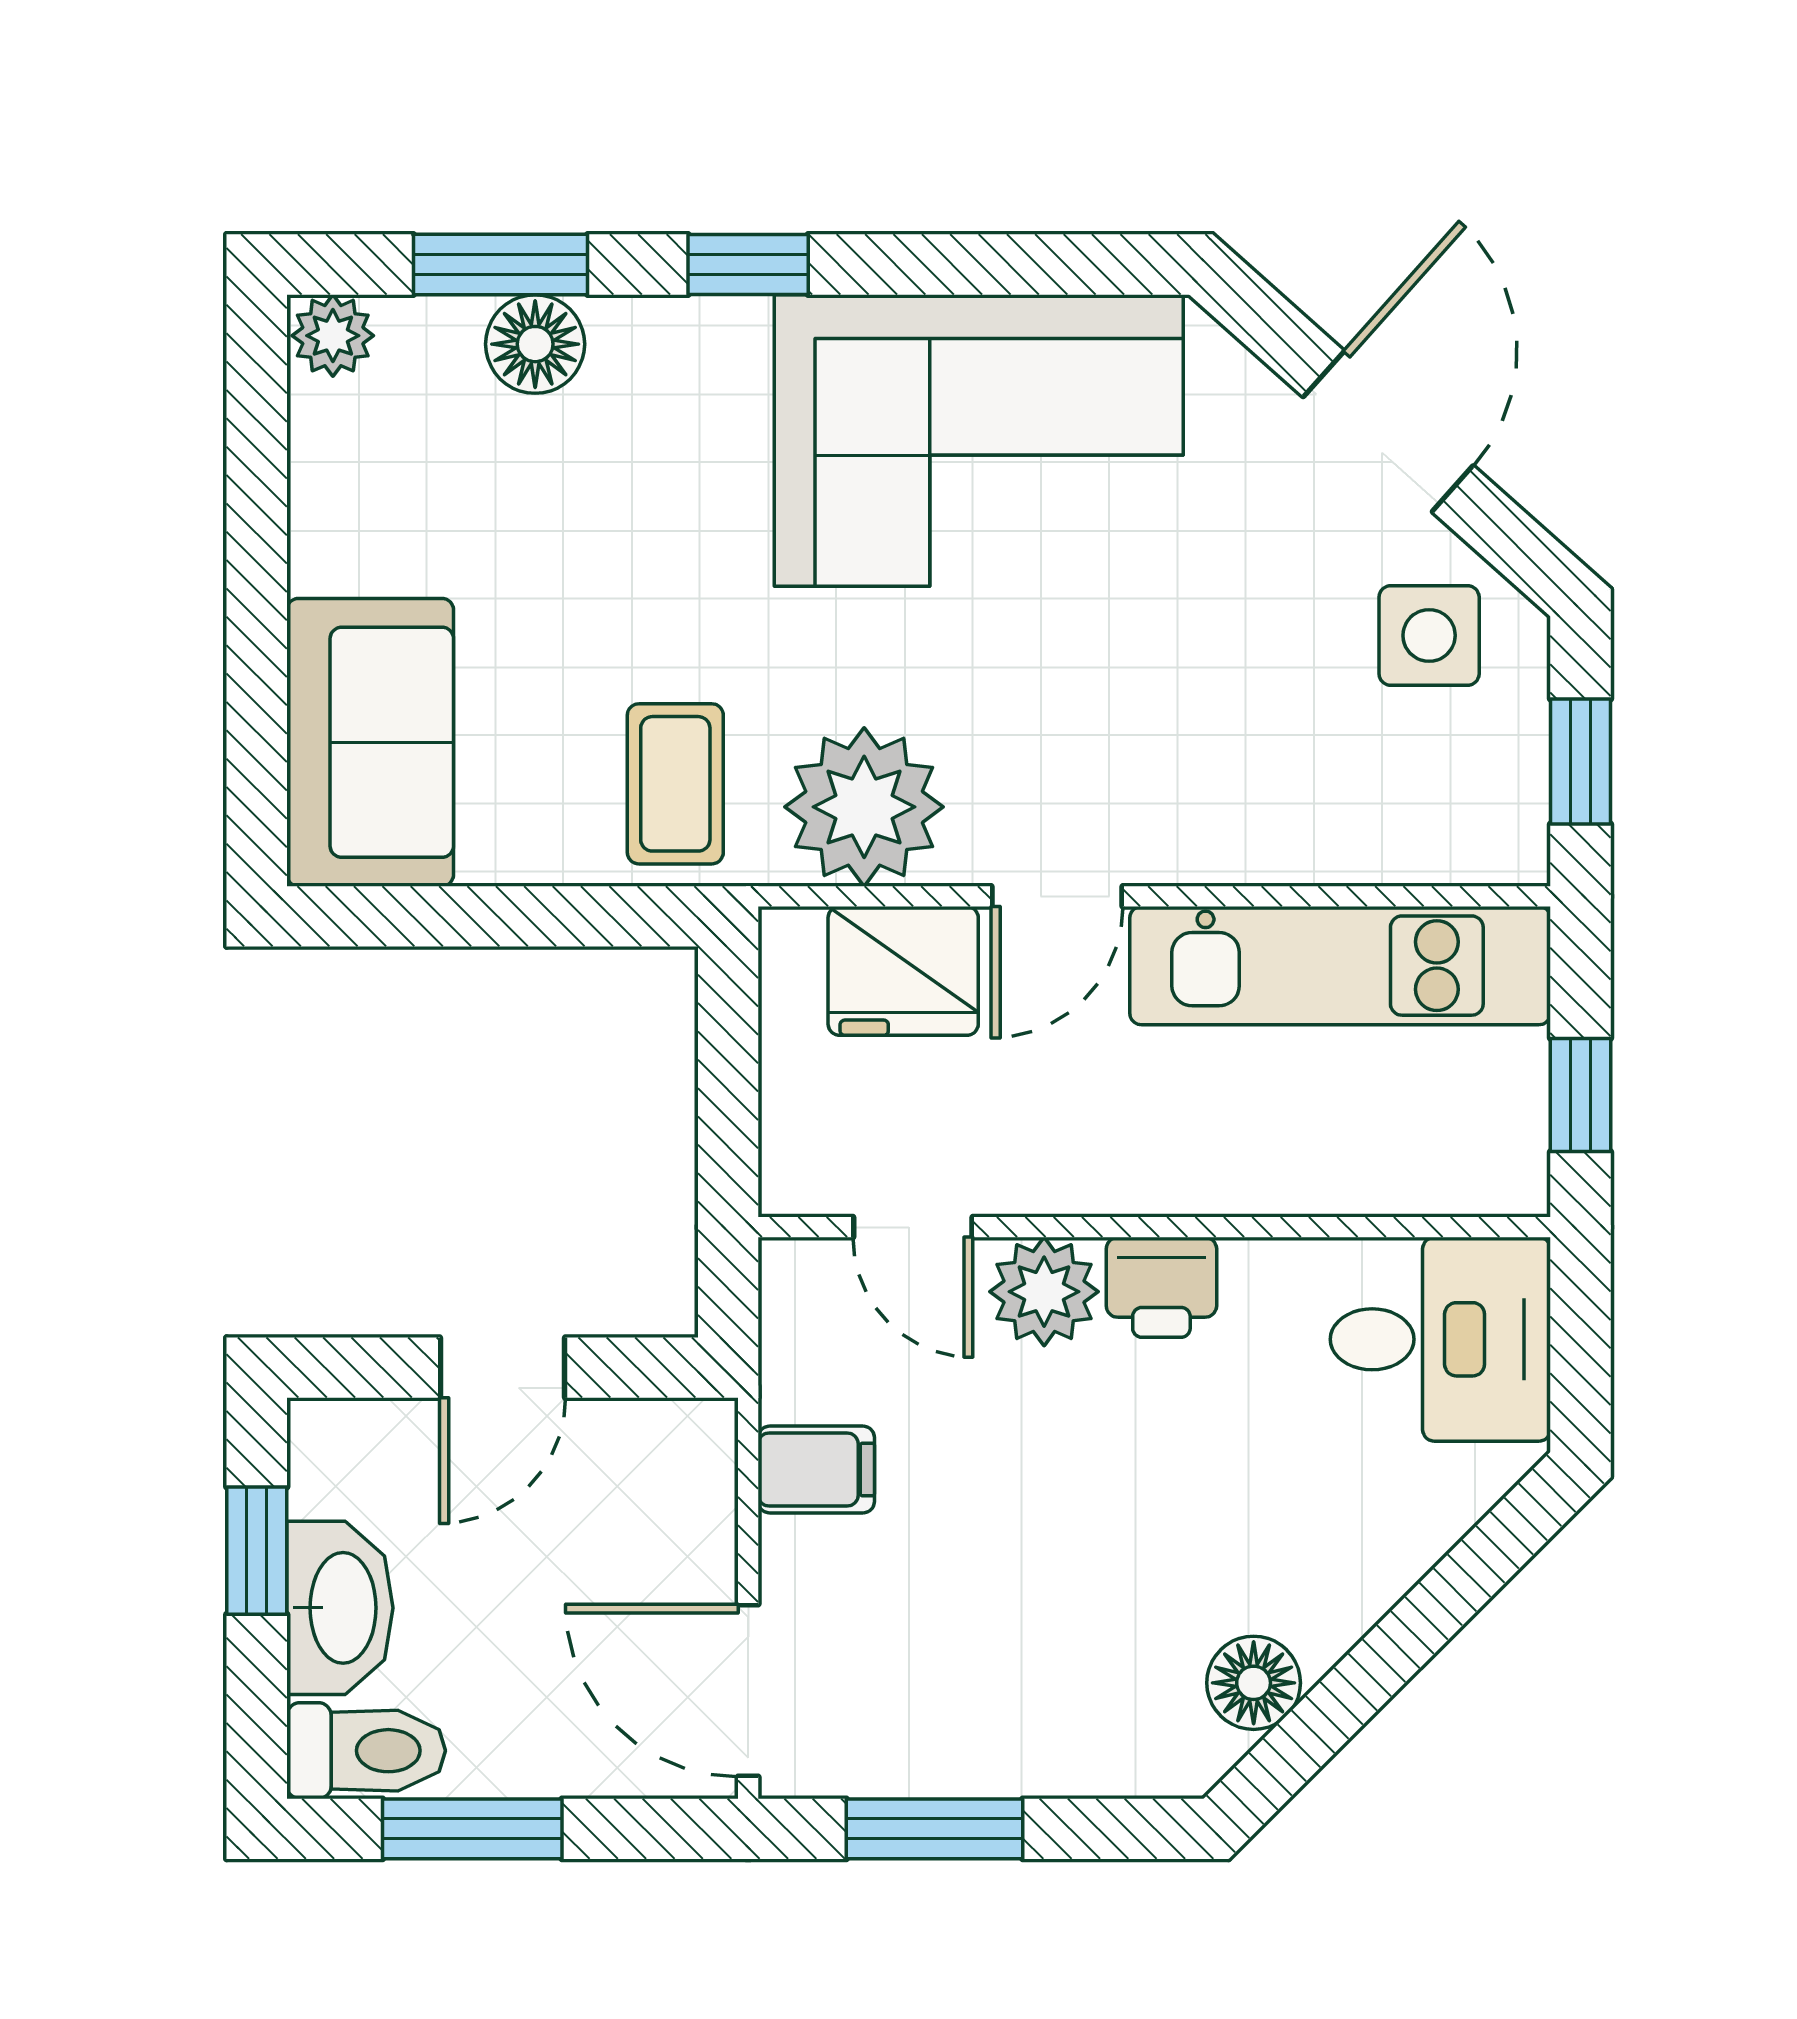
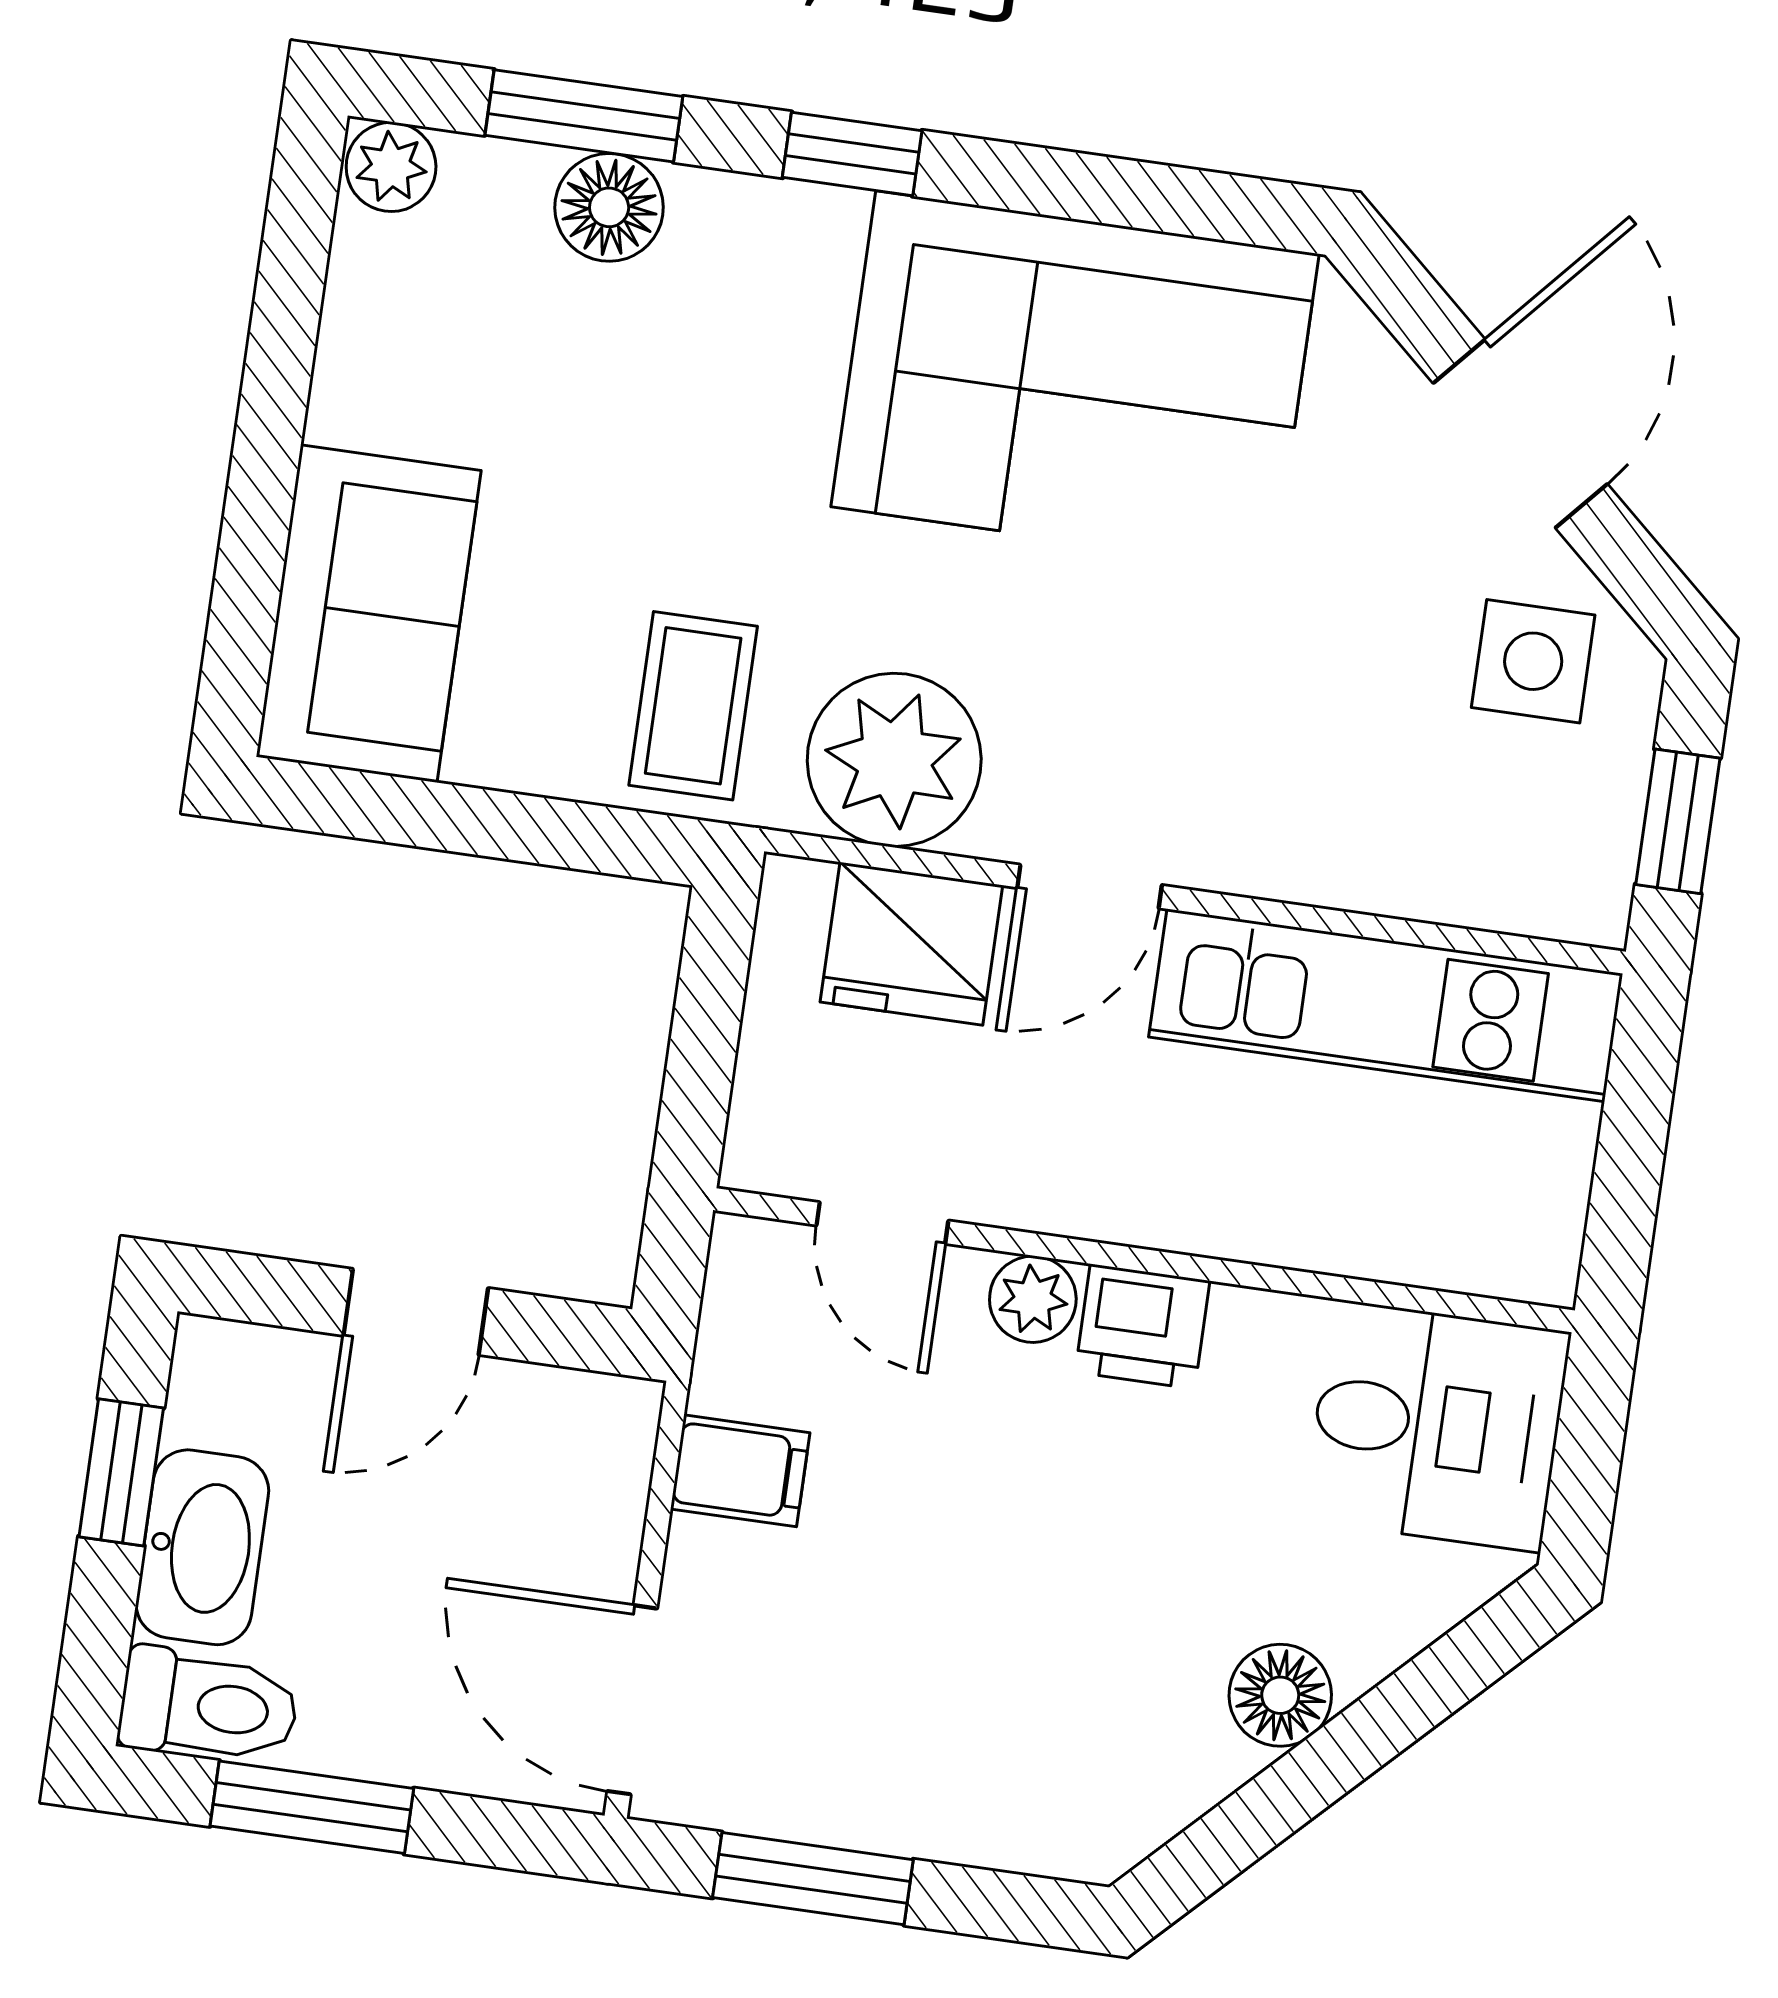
window: (1580, 1095) -> (1626, 1183), removed
plant: (1044, 1292) -> (1033, 1299), width x0.73, depth x0.73
floor lamp: (1254, 1683) -> (1280, 1695), moved

